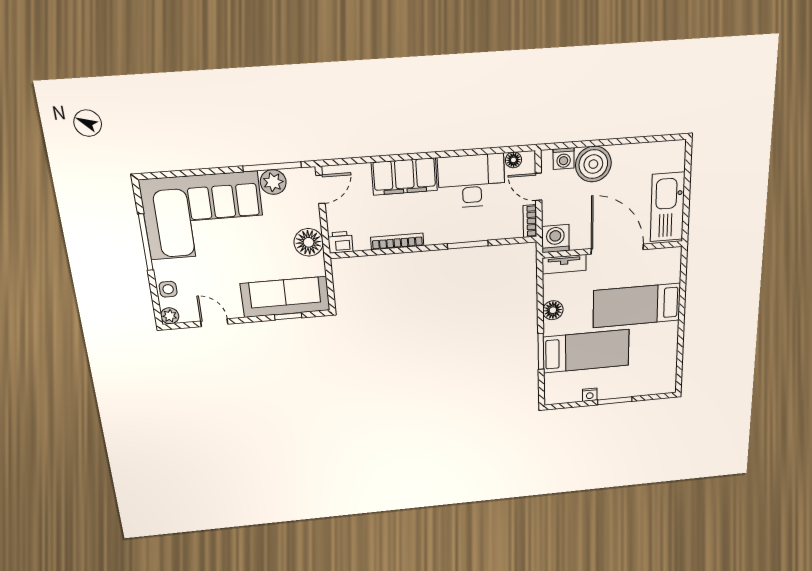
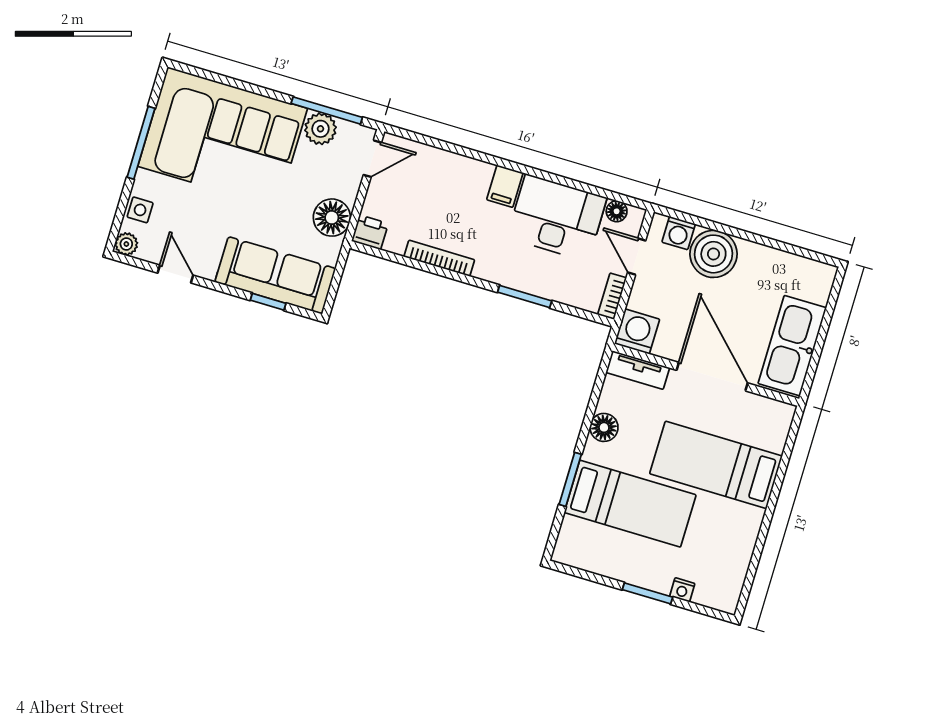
filing cabinet: (404, 176) -> (505, 186), width x0.33, depth x0.86
nightstand: (590, 395) -> (682, 590), moved

